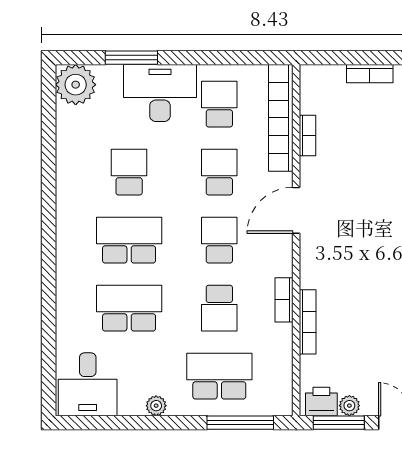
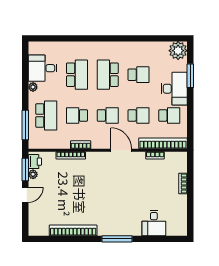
school desk: (129, 240) -> (108, 75), turned 180
desk: (88, 384) -> (43, 68), moved

